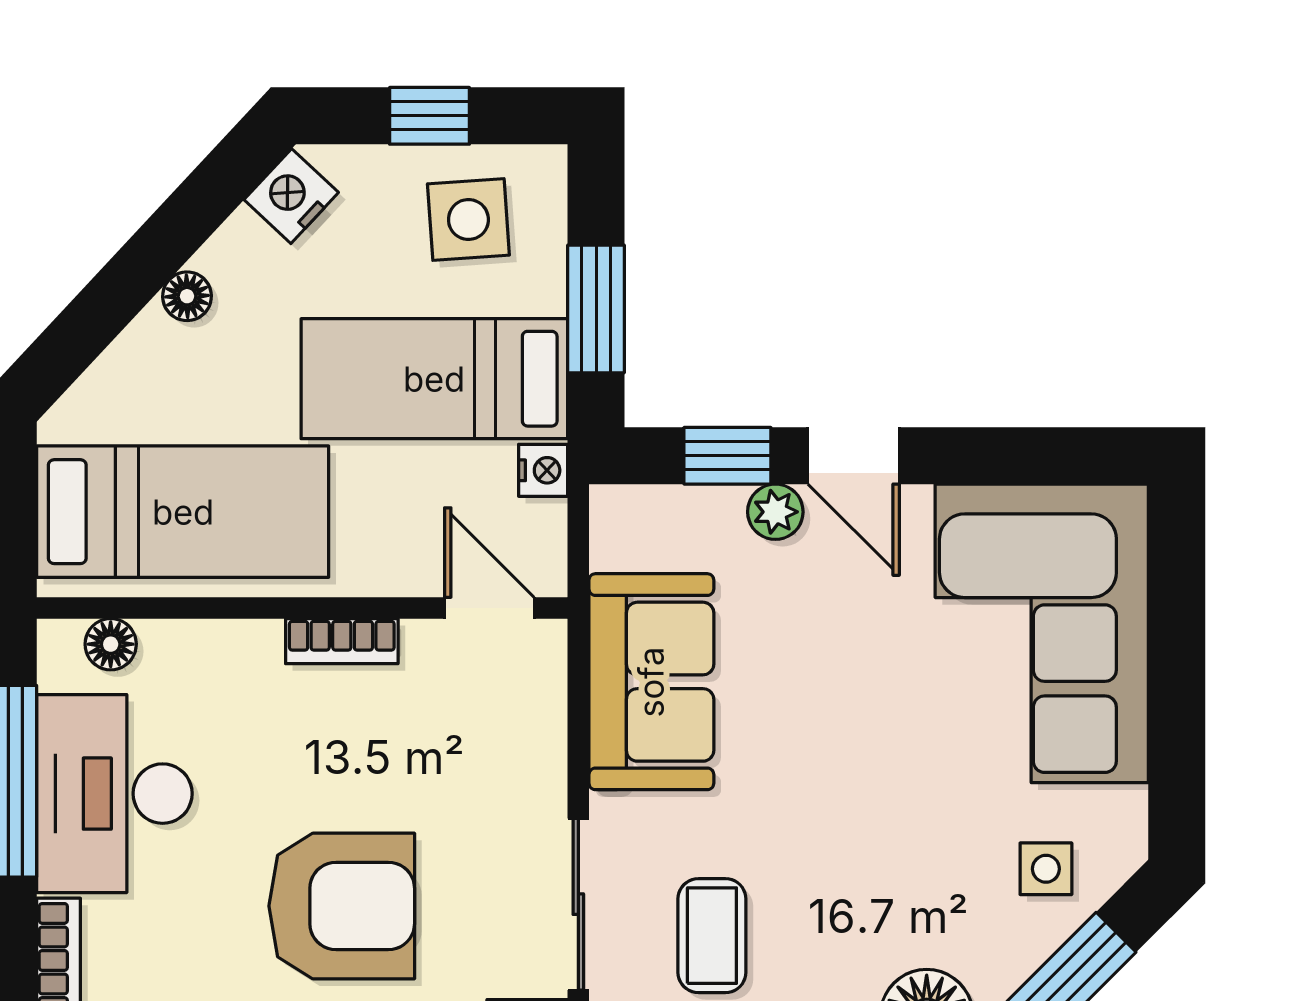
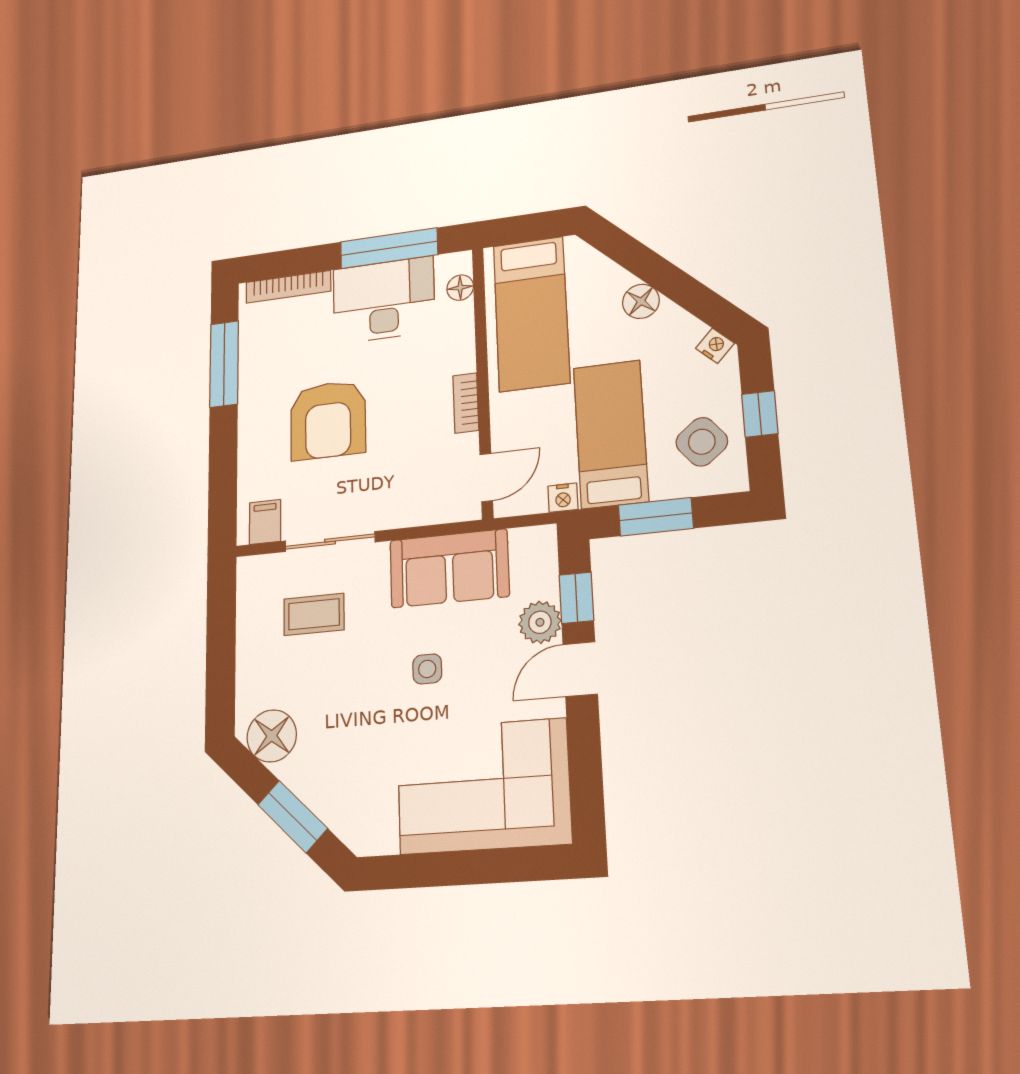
nightstand: (291, 196) -> (715, 346), width x0.72, depth x0.74
side table: (468, 219) -> (702, 442), turned -35
floor lamp: (187, 296) -> (641, 301), width x1.37, depth x1.37
plant: (775, 512) -> (540, 622), width x1.38, depth x1.38
side table: (1046, 869) -> (427, 669), moved

